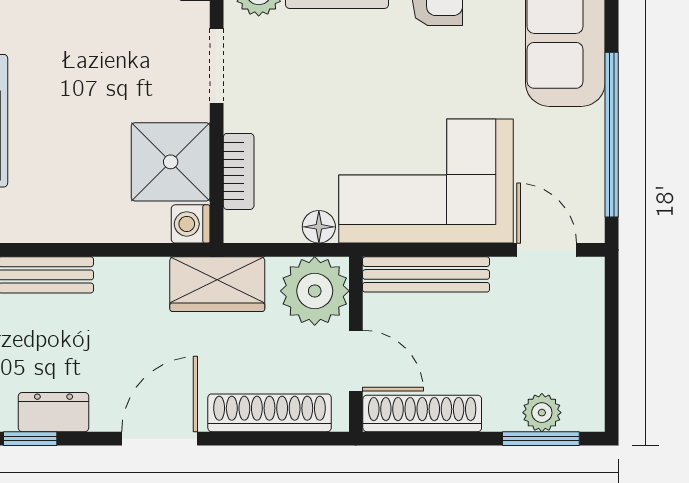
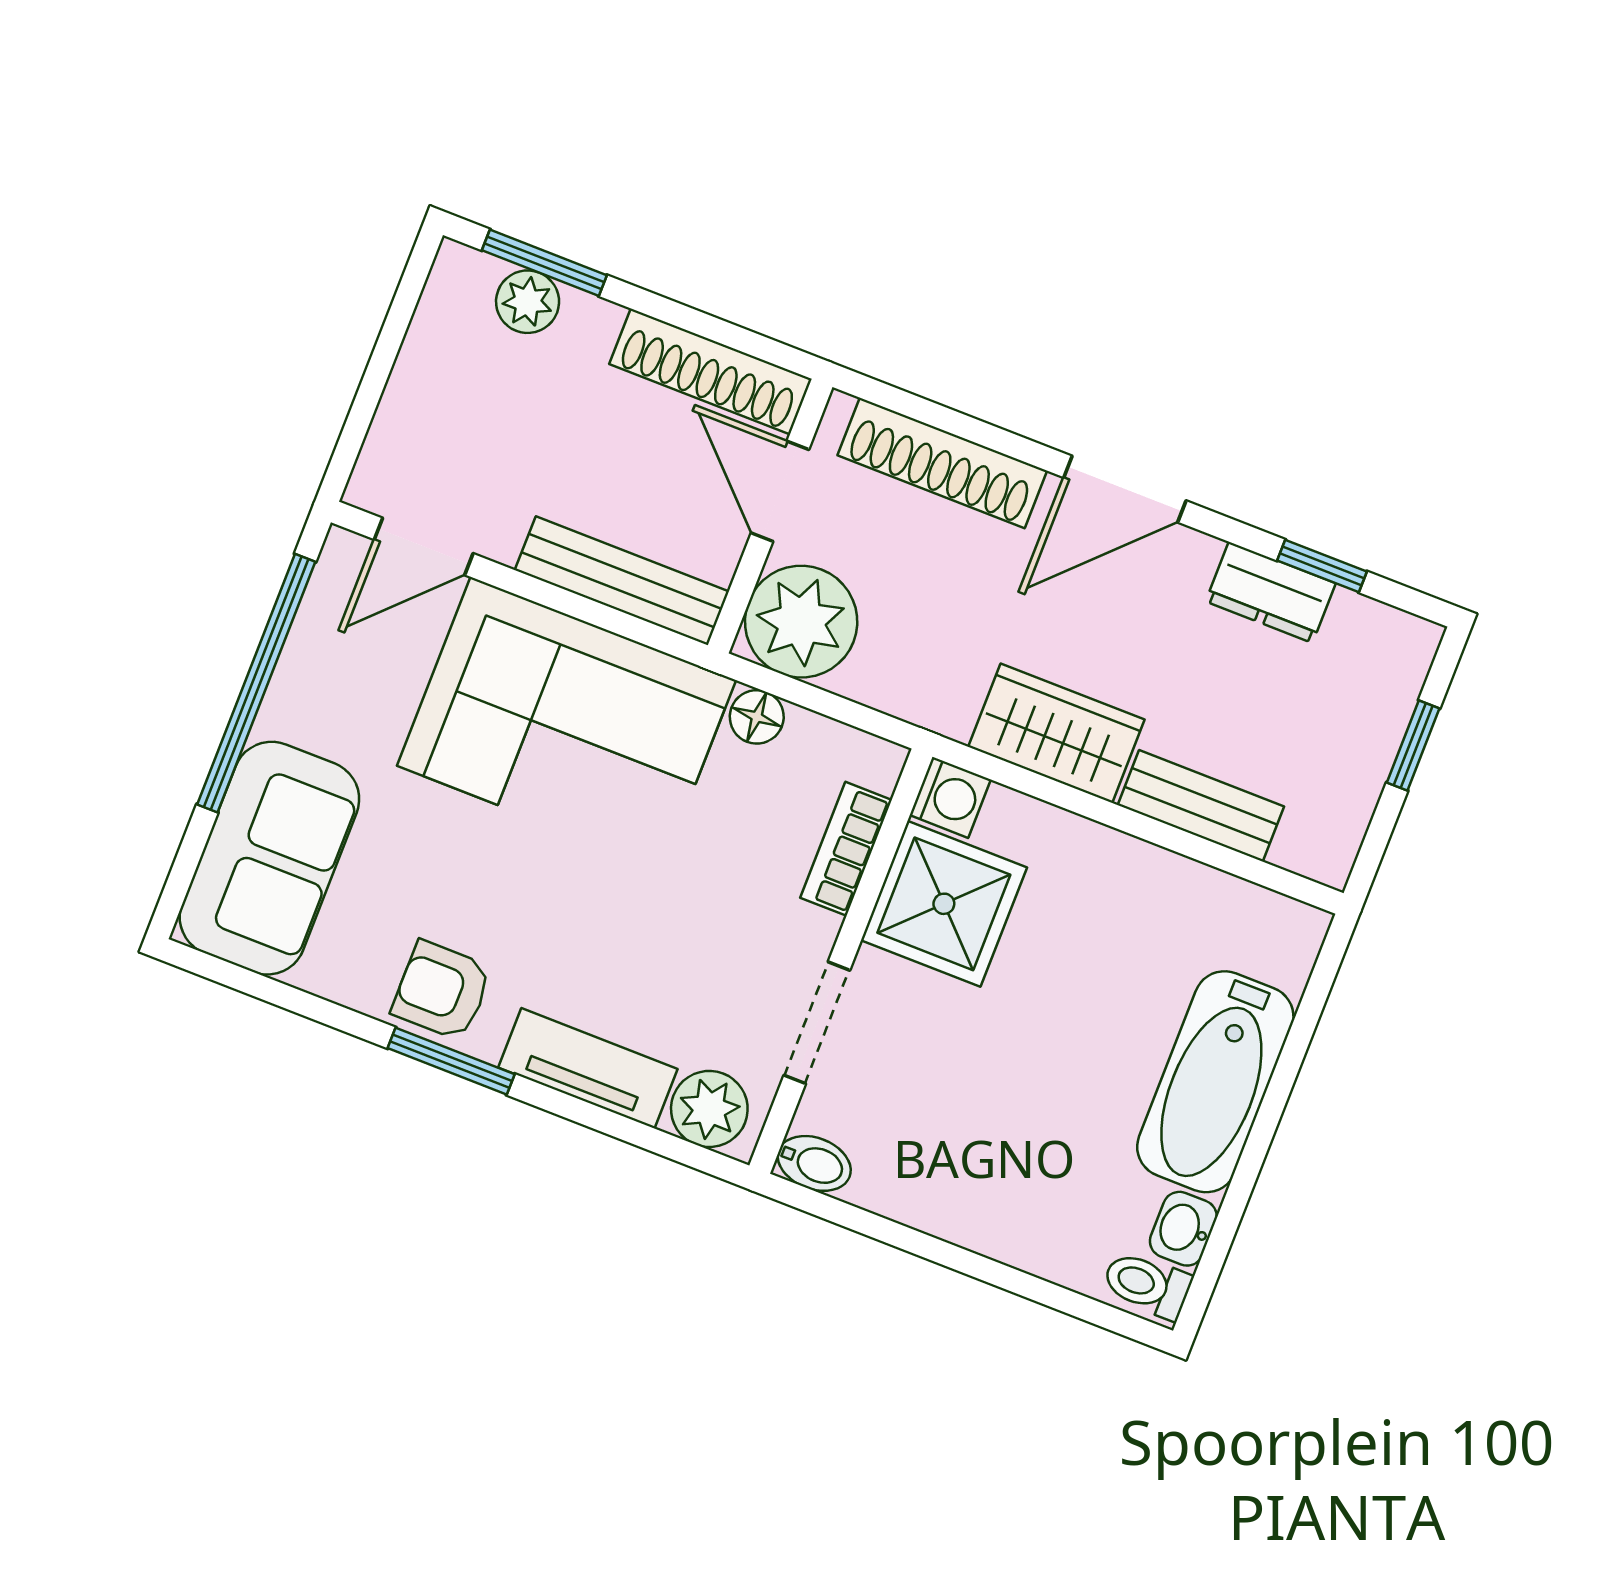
door: (547, 250) -> (424, 546), hinge flipped
wardrobe: (217, 284) -> (1056, 733), moved

